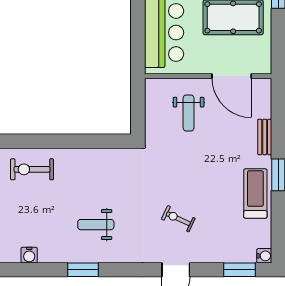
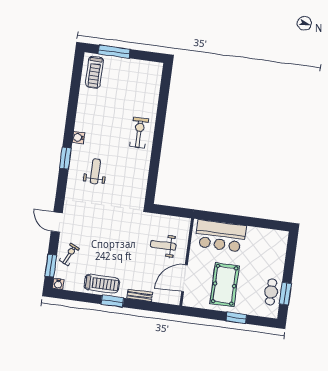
exercise bike: (178, 219) -> (69, 255), moved
water cooler: (29, 255) -> (78, 137), moved

